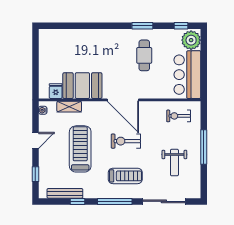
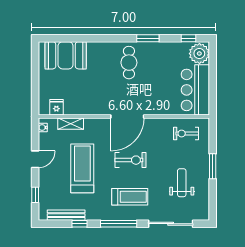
cafe table: (144, 55) -> (129, 63), moved
booth: (82, 86) -> (66, 55), moved
door: (123, 100) -> (127, 117), hinge flipped
exercise bike: (126, 141) -> (130, 160), turned 180
window: (204, 147) -> (213, 166), width x0.69
weight bench: (174, 163) -> (182, 183), turned 180

